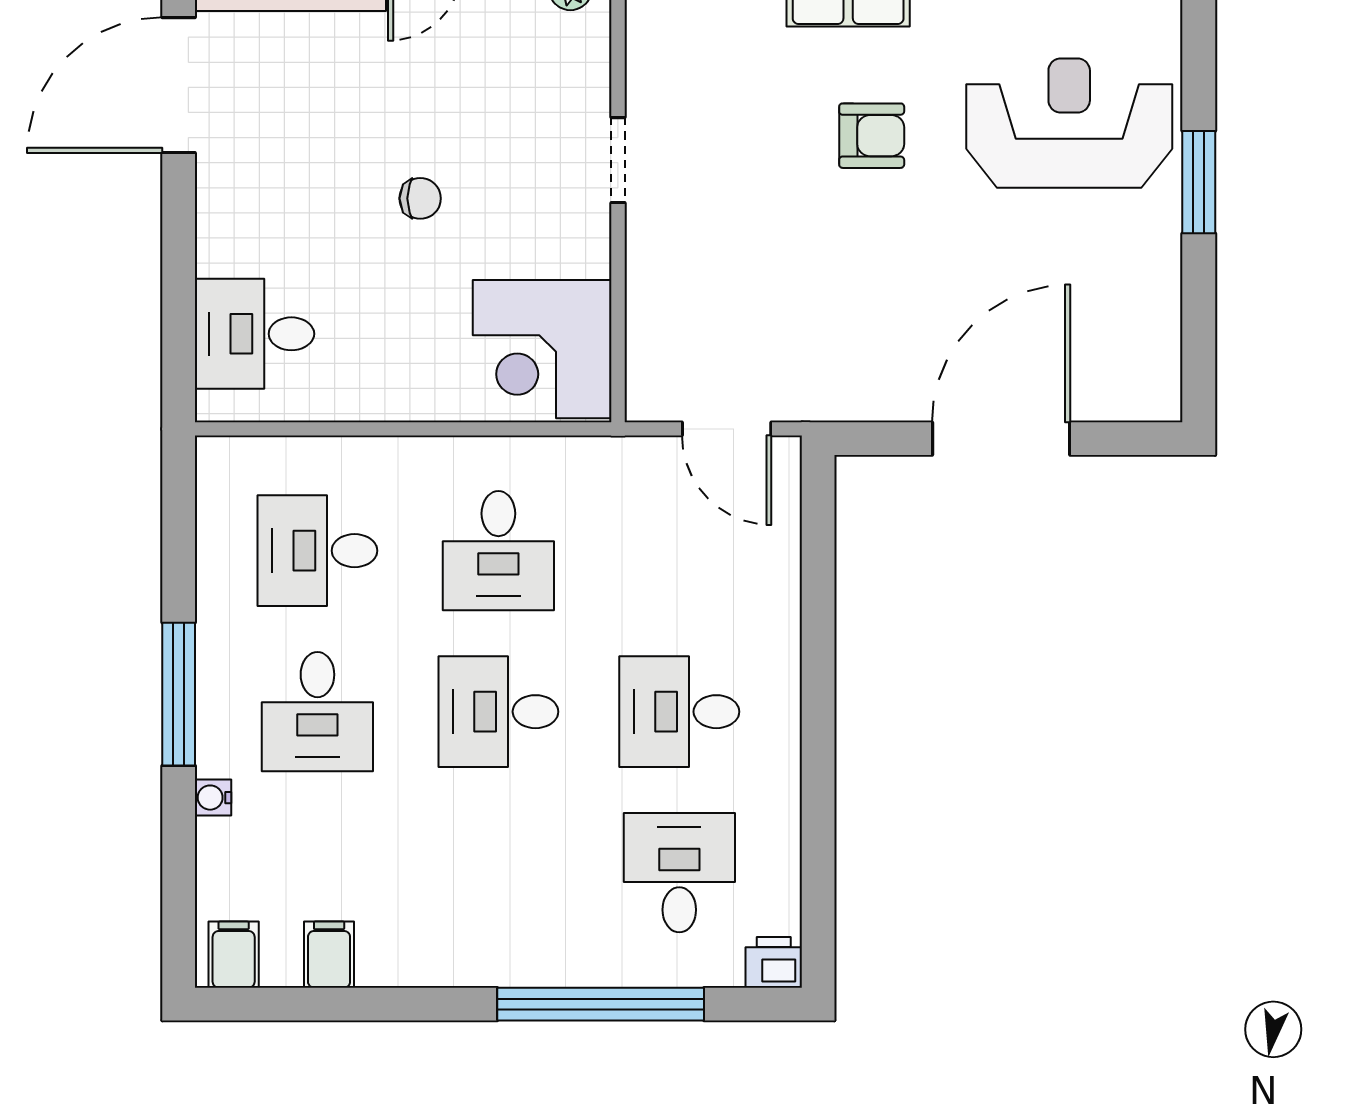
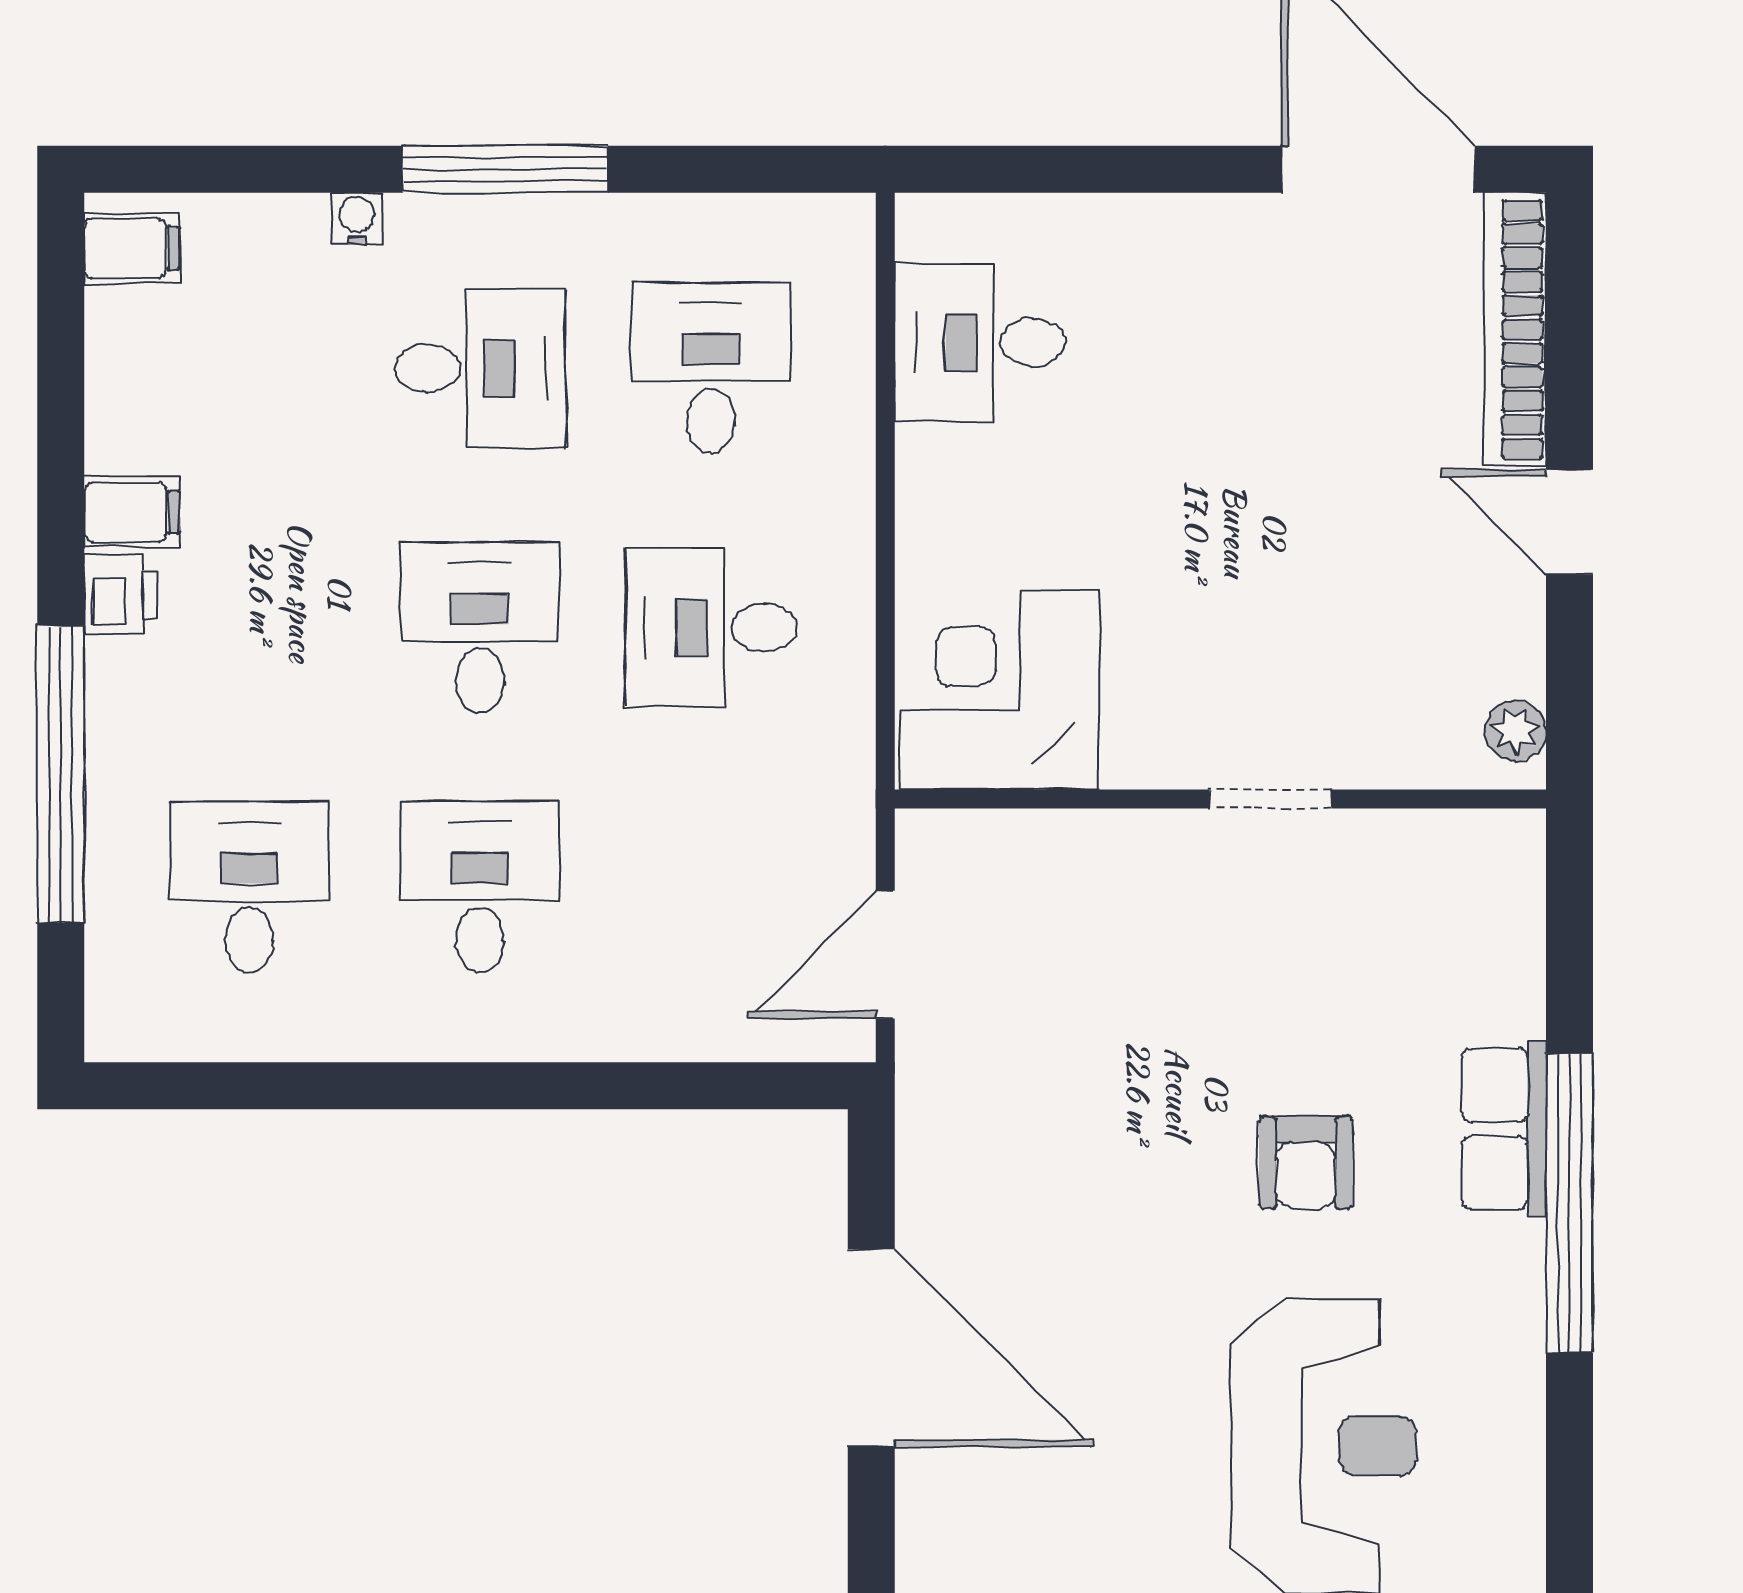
chair: (420, 198) -> (1216, 516), removed
desk: (255, 334) -> (980, 342), moved, turned -90
desk: (317, 712) -> (480, 368), turned 180
desk: (679, 873) -> (249, 887), turned -90
filing cabinet: (329, 955) -> (132, 512), moved
printer: (774, 962) -> (121, 594), moved

